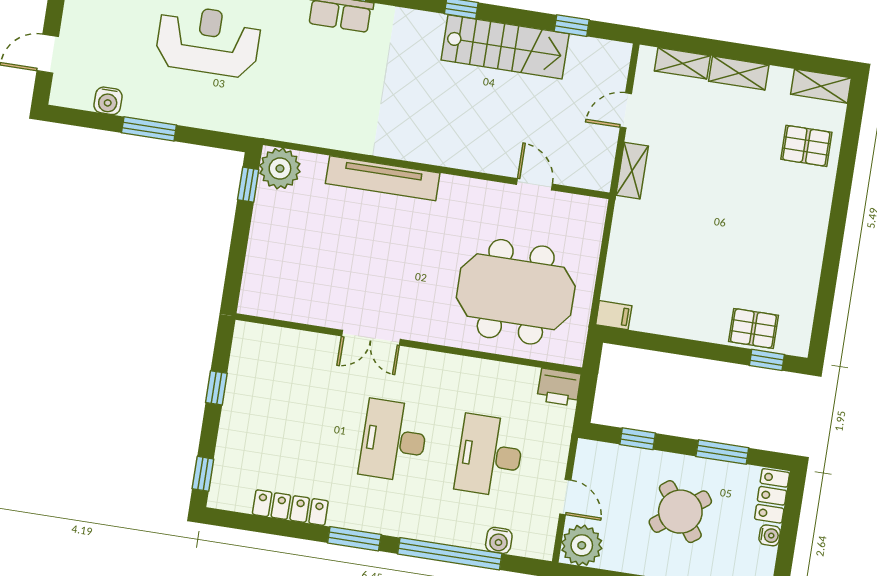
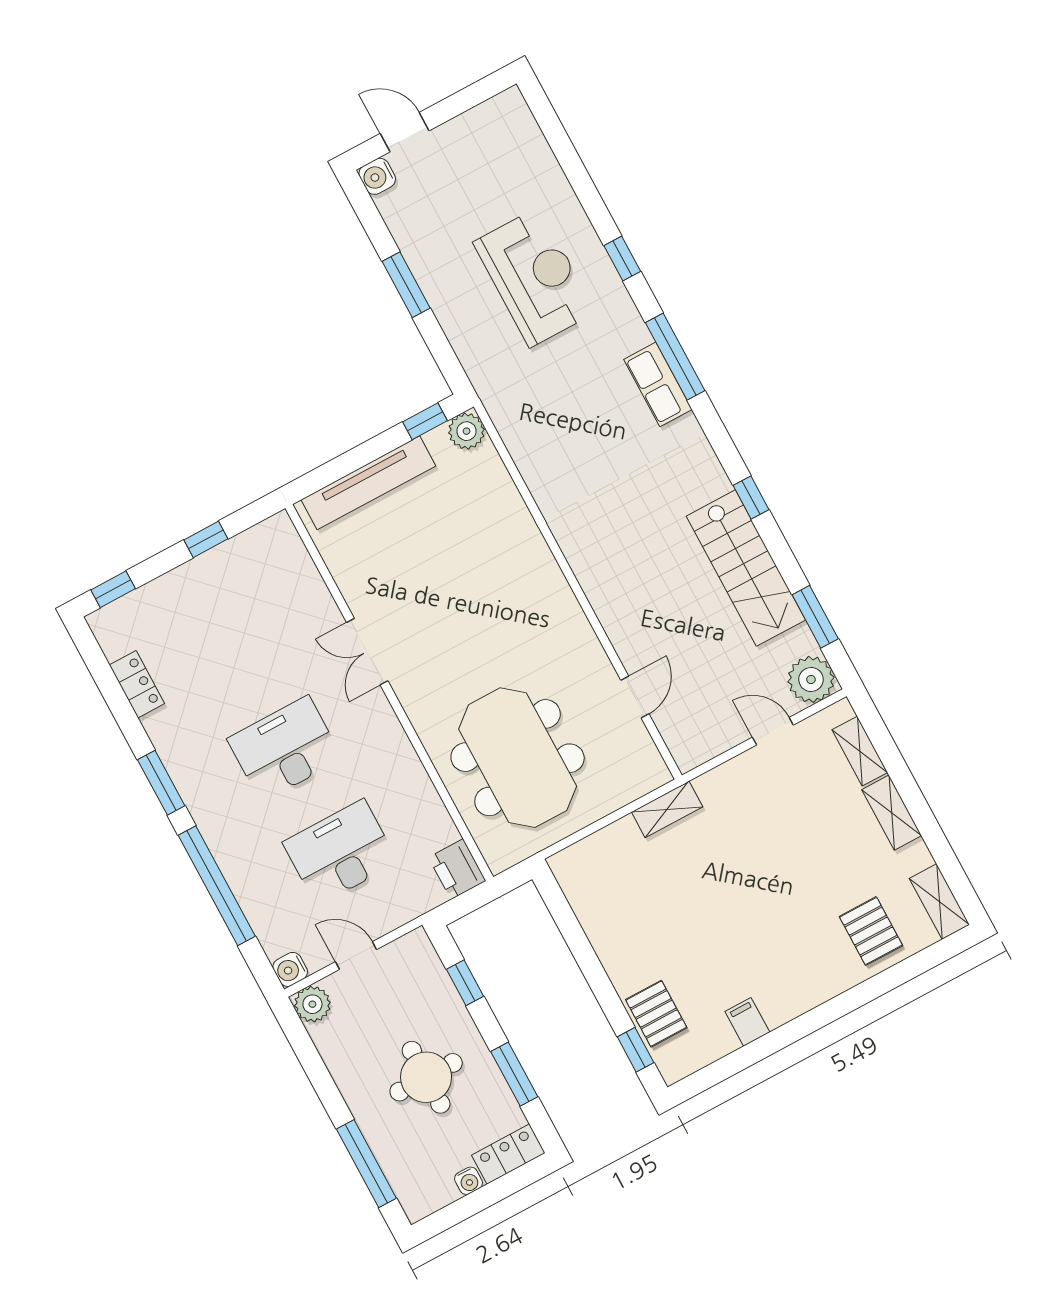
window: (572, 26) -> (815, 617), width x1.50
plant: (611, 60) -> (811, 679), added
water cooler: (108, 101) -> (377, 176), moved
plant: (280, 169) -> (467, 431), width x0.73, depth x0.73
shelving: (632, 171) -> (667, 809), moved
tv unit: (383, 178) -> (368, 483), moved, turned -90
filing cabinet: (614, 315) -> (747, 1022), moved, turned 180
door: (565, 497) -> (356, 956), swing flipped
locker: (290, 508) -> (137, 684), width x0.66
round table: (680, 512) -> (426, 1077), turned 37
water cooler: (499, 540) -> (290, 969), moved
plant: (582, 545) -> (312, 1004), width x0.73, depth x0.73

